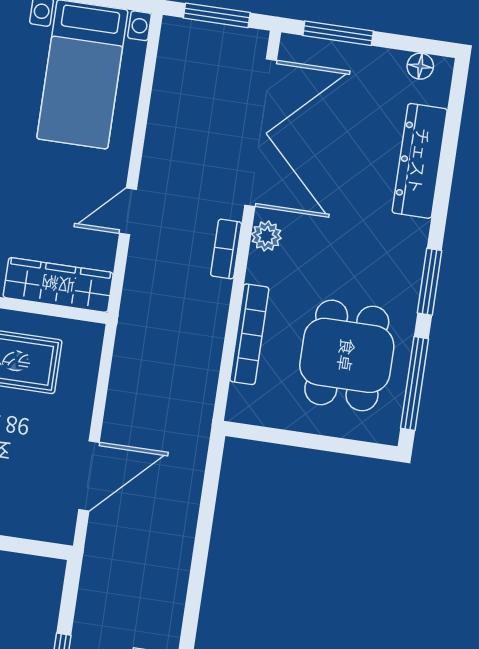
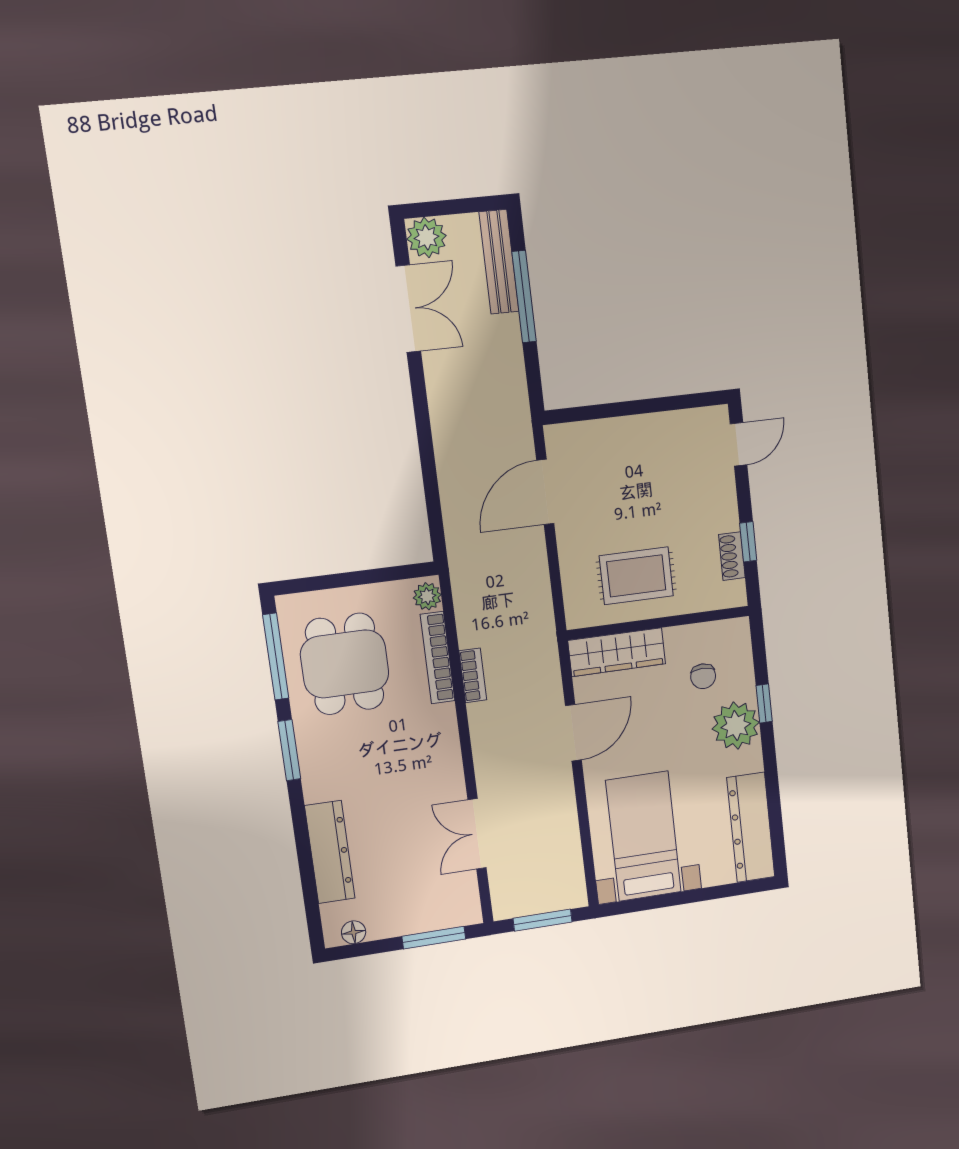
double door: (261, 133) -> (477, 834), width x0.54
door: (128, 211) -> (573, 733), width x1.38
plant: (266, 236) -> (427, 596), moved
bookcase: (226, 249) -> (473, 675), moved

